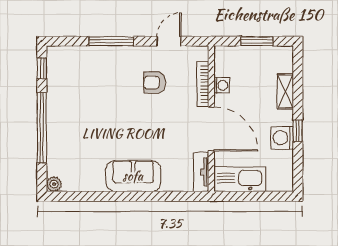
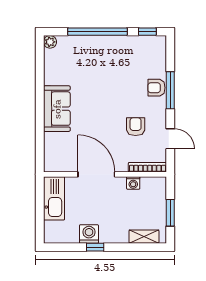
armchair: (108, 58) -> (157, 88), added
bookcase: (203, 84) -> (147, 167), moved
shelving: (285, 91) -> (144, 237), moved
door: (211, 129) -> (96, 174), swing flipped
tv unit: (201, 172) -> (60, 166), removed

